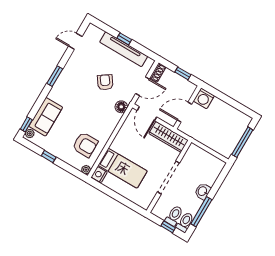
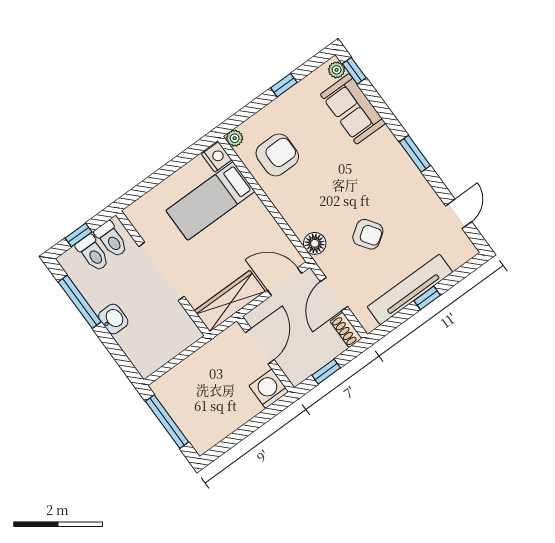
armchair: (85, 145) -> (277, 155), turned 180
toilet: (185, 222) -> (111, 239), moved

